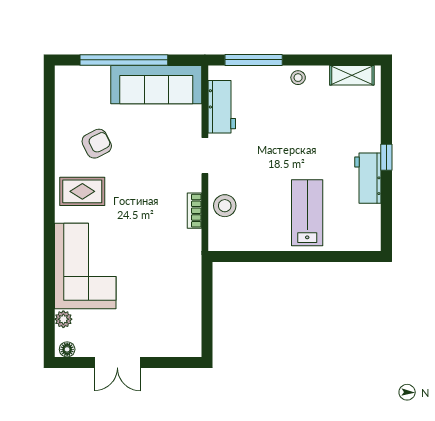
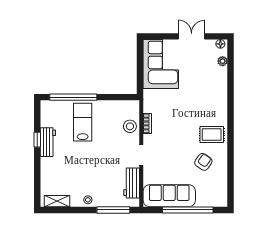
armchair: (97, 144) -> (203, 162), turned 151
window: (386, 157) -> (37, 140), moved
lab bench: (307, 213) -> (83, 122), turned 180
window: (323, 257) -> (73, 97), added
corner sofa: (85, 266) -> (161, 64), moved, turned 180

